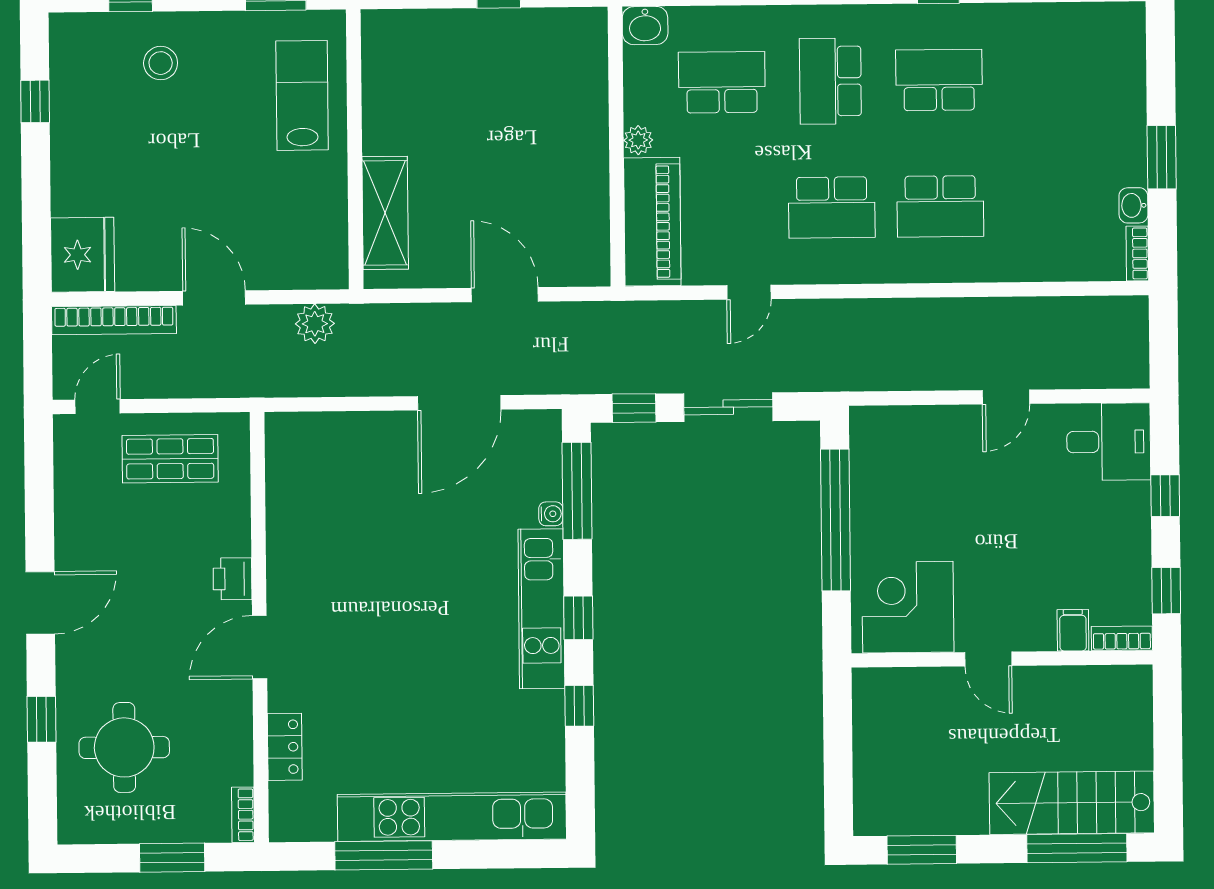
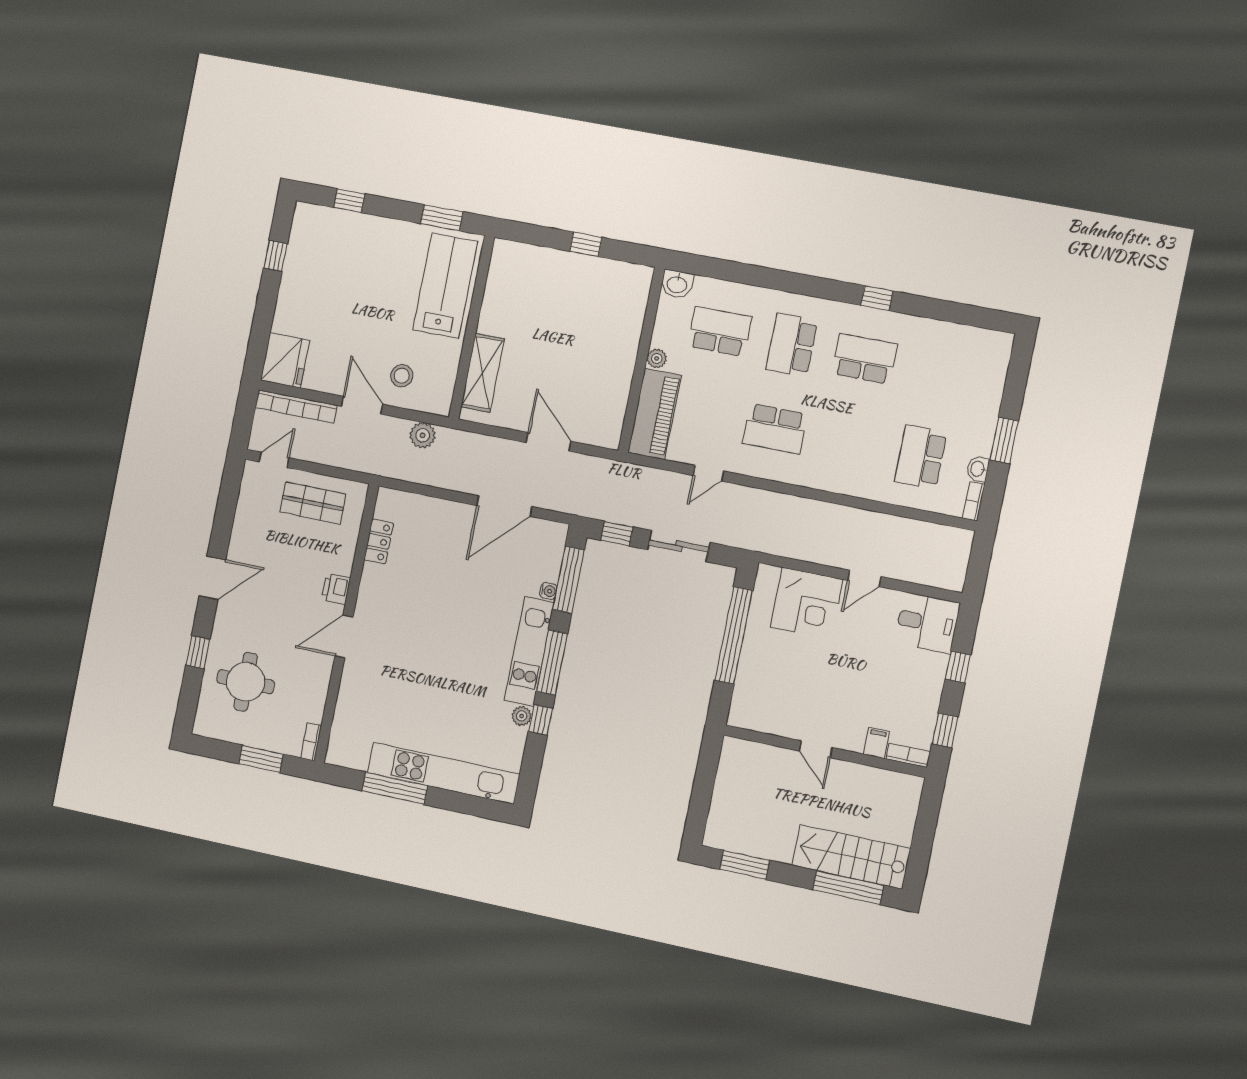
stool: (161, 63) -> (402, 376), moved
lab bench: (302, 95) -> (445, 286), width x1.36, depth x1.39
school desk: (940, 206) -> (921, 457), moved, turned 90
corner desk: (908, 607) -> (807, 603), moved, turned 180
window: (578, 618) -> (552, 663), width x2.17
plant: (550, 706) -> (522, 716), added
locker: (285, 747) -> (379, 541), moved

